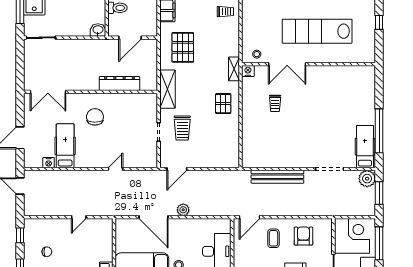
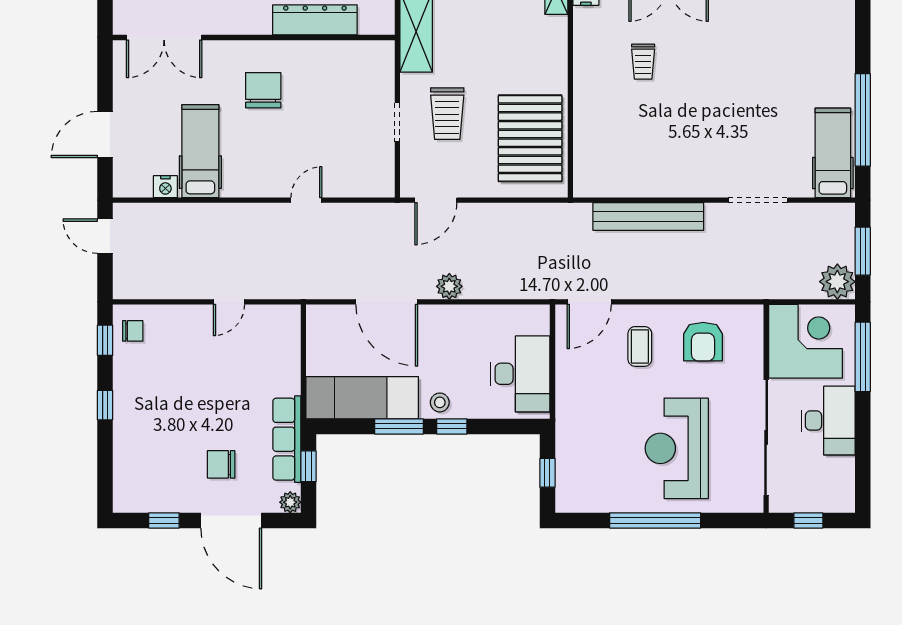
pallet: (223, 104) -> (530, 138), moved, width x2.05, depth x2.00
plant: (367, 179) -> (837, 282), moved
armchair: (303, 236) -> (703, 342), turned 180
chair: (47, 252) -> (133, 331), moved

